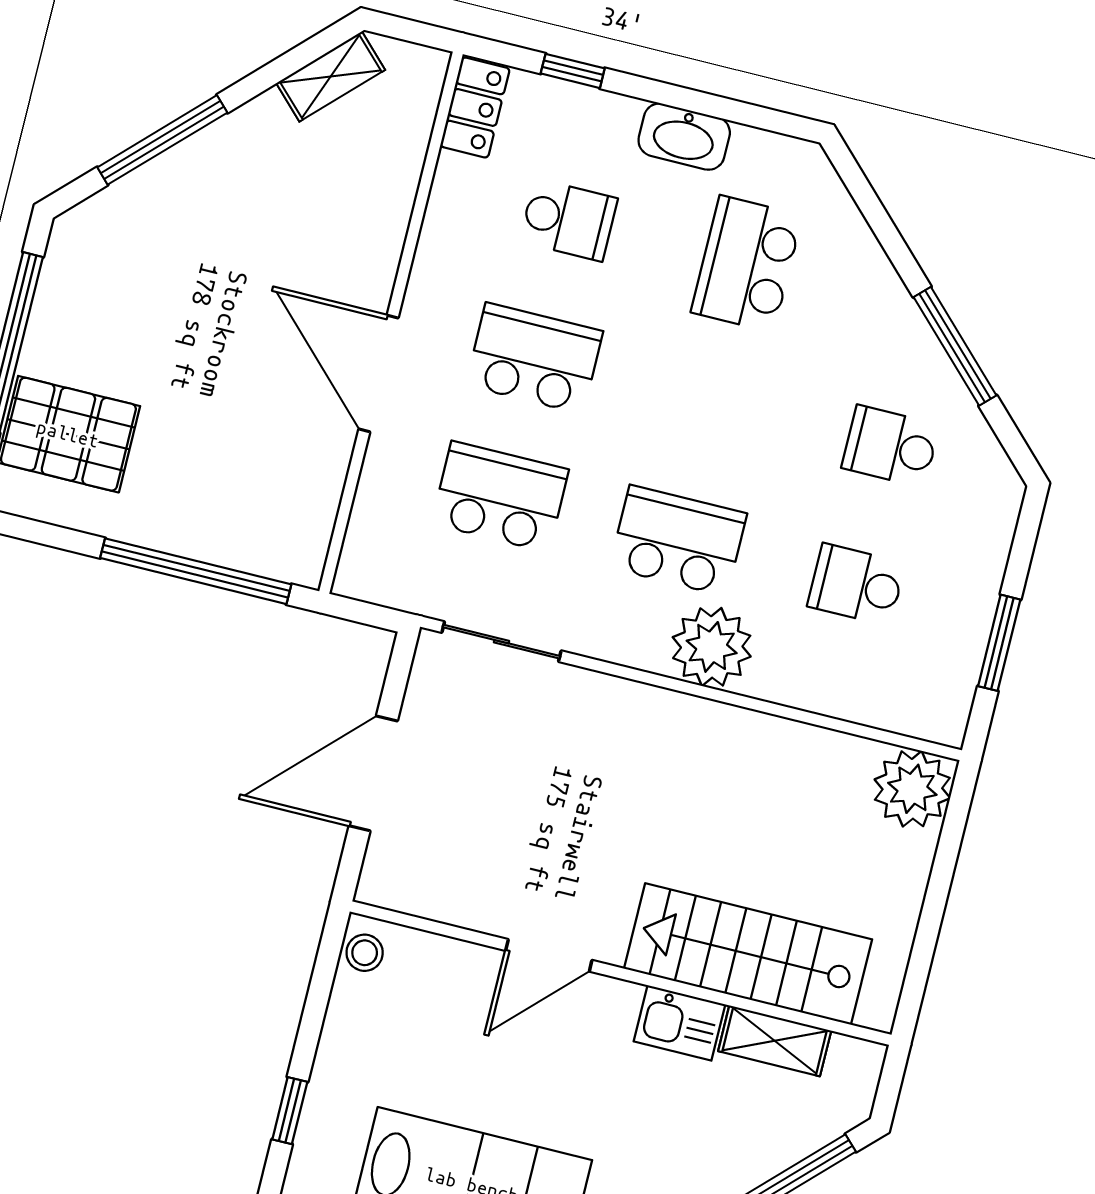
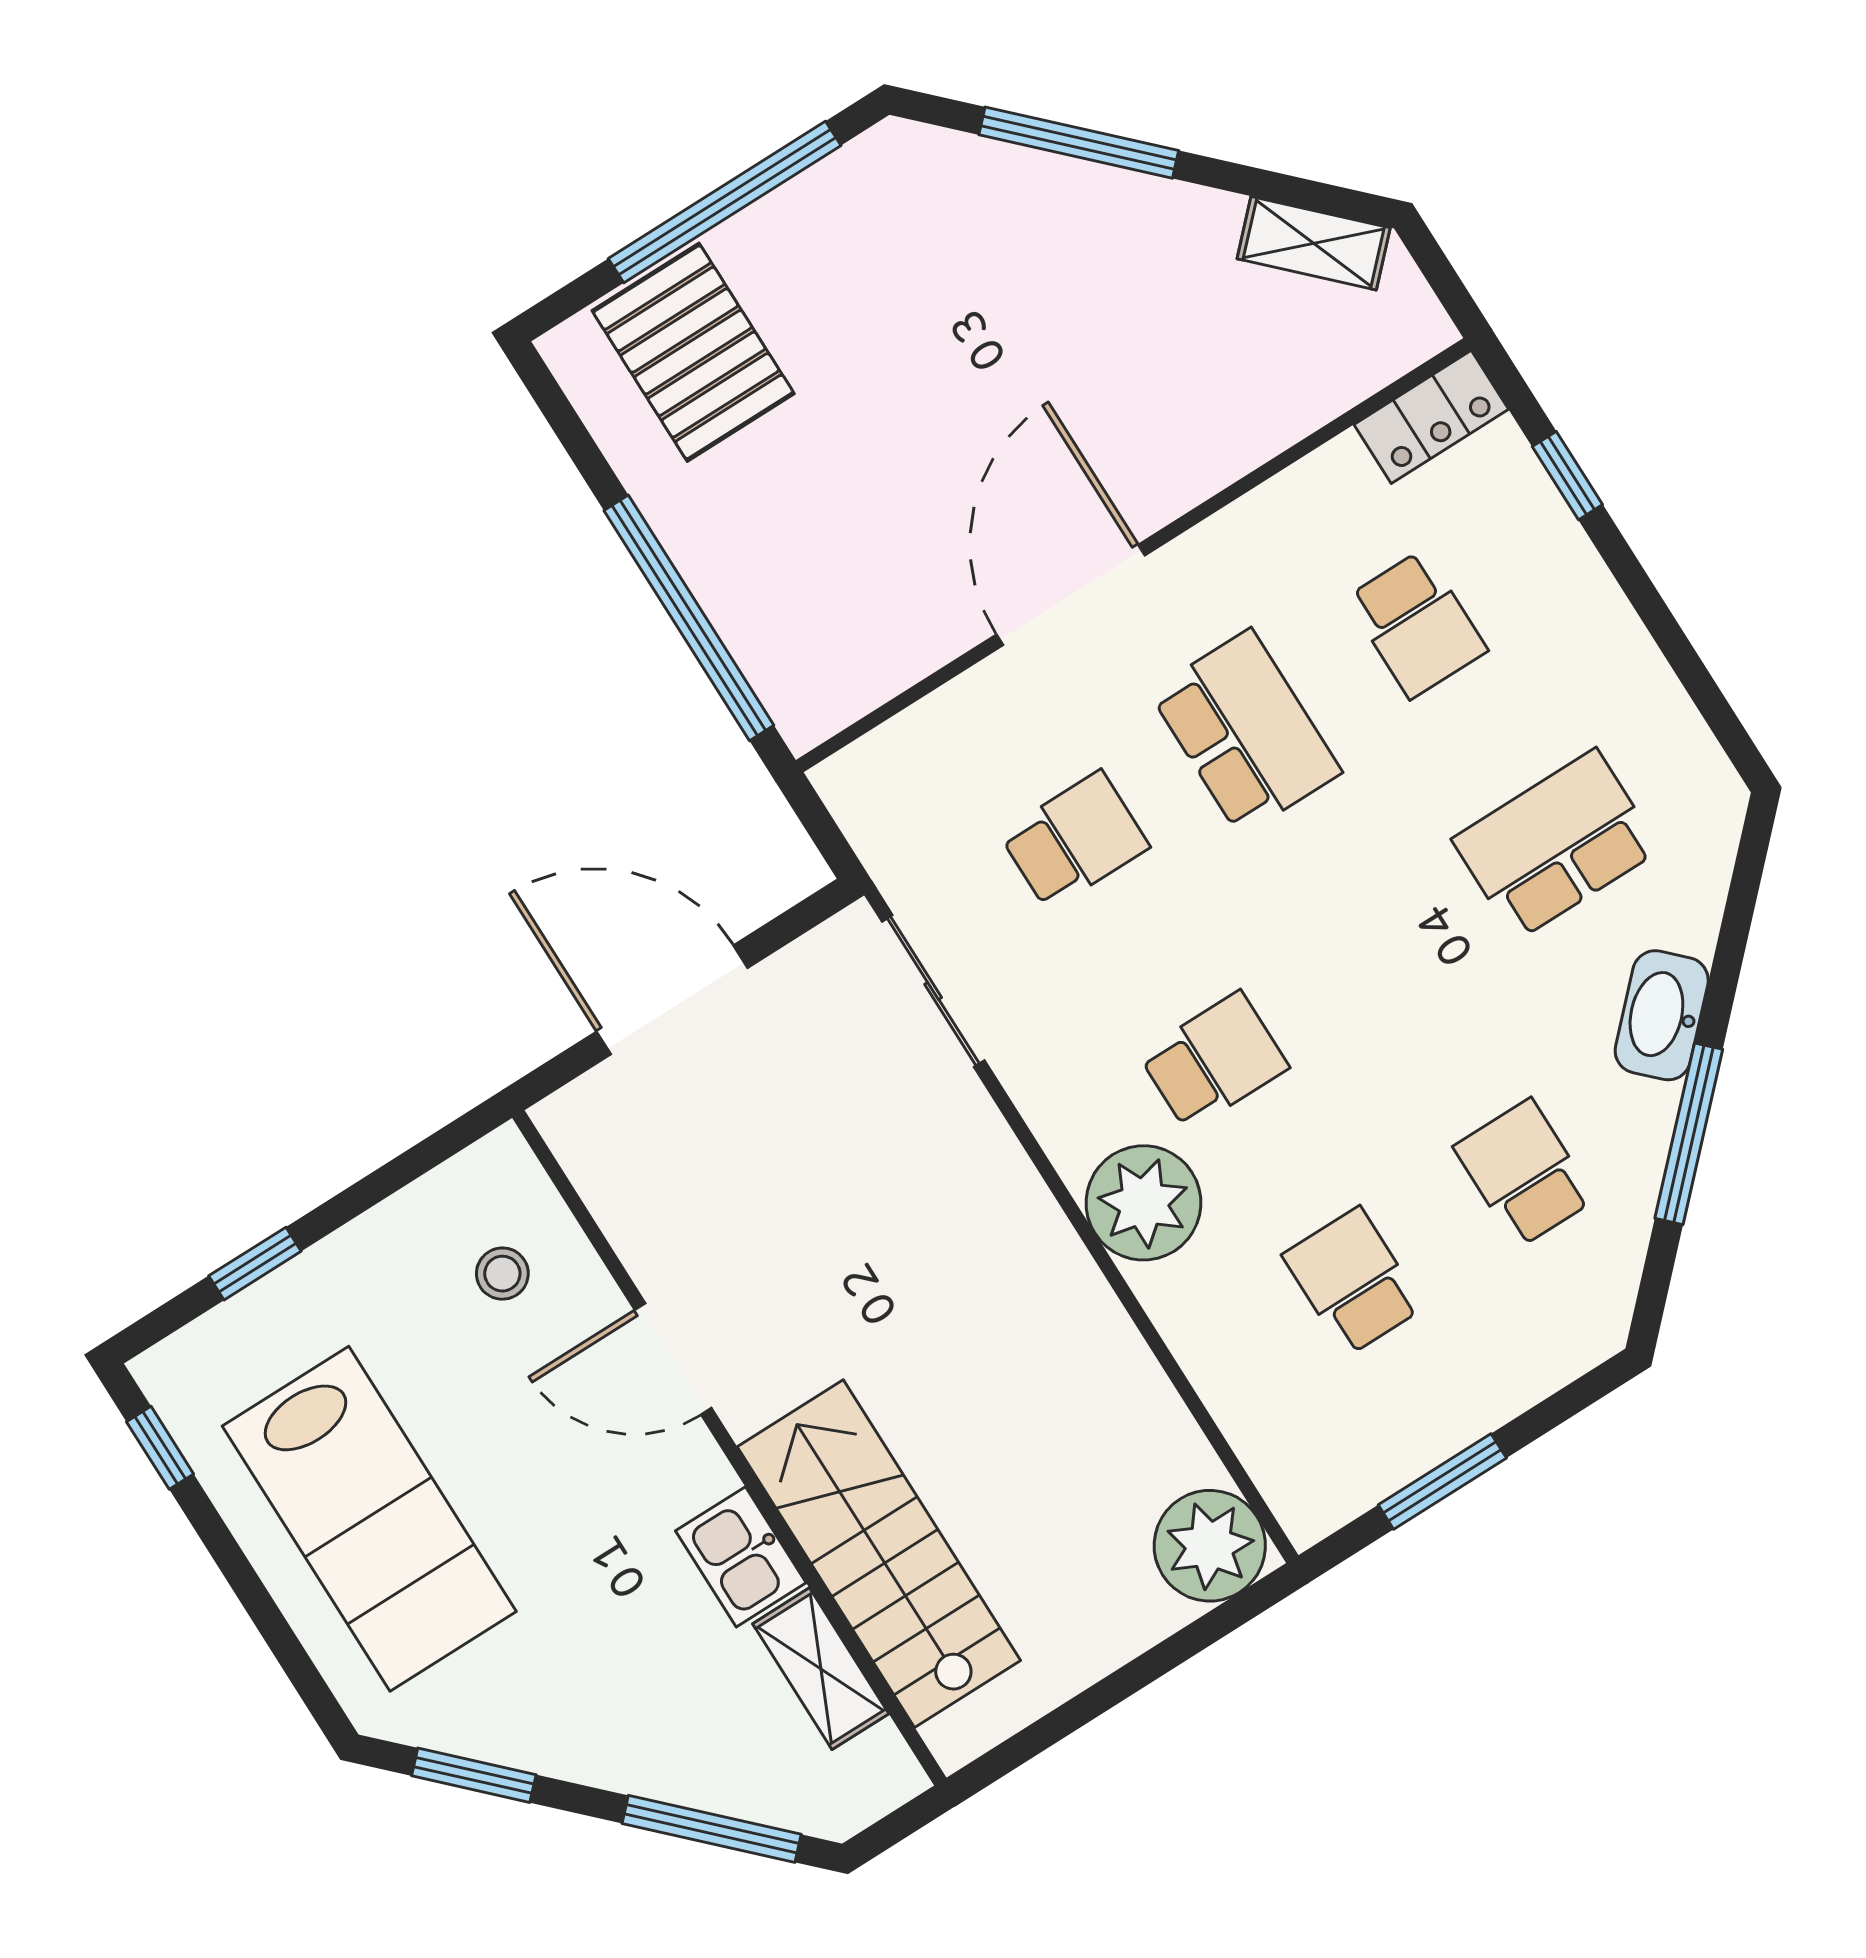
washbasin: (684, 137) -> (1662, 1015), moved, turned 45
school desk: (500, 497) -> (1074, 841), width x0.54
school desk: (678, 541) -> (1214, 1061), width x0.54
stool: (365, 953) -> (502, 1274), moved

